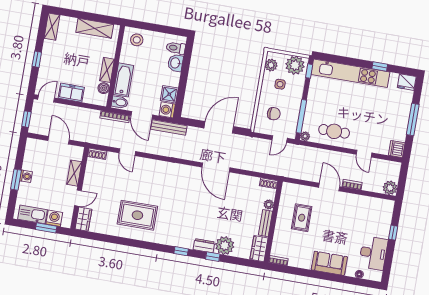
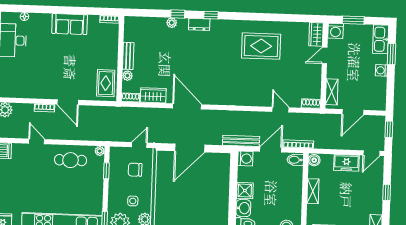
bathtub: (123, 80) -> (295, 183), removed
boiler: (104, 88) -> (314, 160), moved
shower: (169, 94) -> (245, 191), moved
door: (142, 115) -> (271, 150), hinge flipped
window: (301, 116) -> (106, 171), width x0.46
door: (280, 139) -> (139, 145), moved
door: (59, 140) -> (353, 112), hinge flipped
shelving: (74, 173) -> (332, 92), moved
window: (16, 180) -> (391, 54), moved
kitchen sink: (32, 214) -> (381, 39), moved, turned 90
washing machine: (54, 218) -> (336, 31), moved
rug: (302, 218) -> (106, 83), moved
dresser: (204, 246) -> (199, 24), moved
plant: (225, 246) -> (172, 23), width x0.53, depth x0.53
wardrobe: (259, 249) -> (153, 95), moved, turned -90
sofa: (329, 263) -> (70, 24), moved

